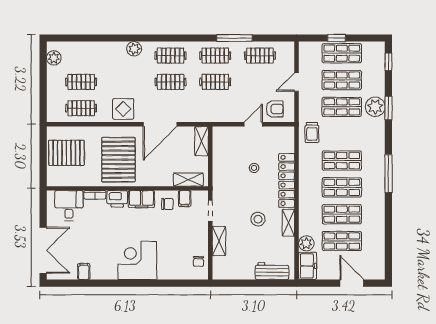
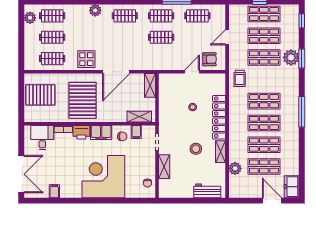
clothes rail: (171, 82) -> (52, 16), moved
corner desk: (137, 260) -> (103, 177), width x1.36, depth x1.36
freezer: (308, 266) -> (292, 187), moved, turned 180

